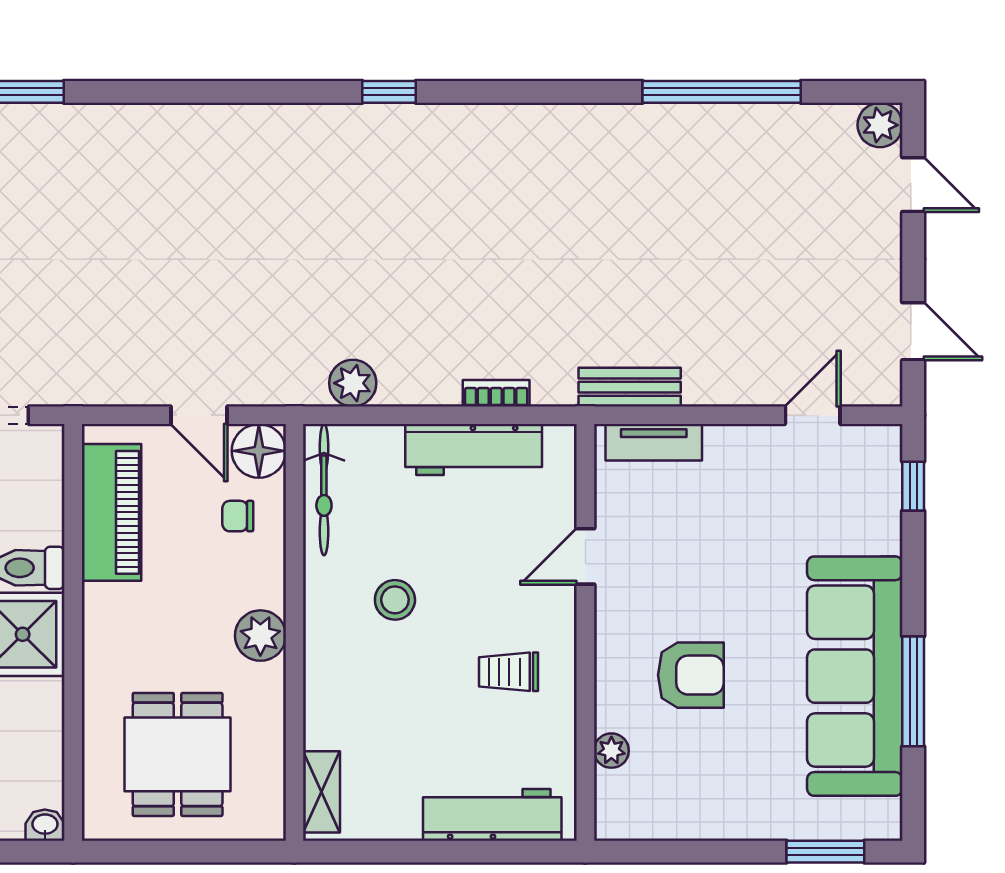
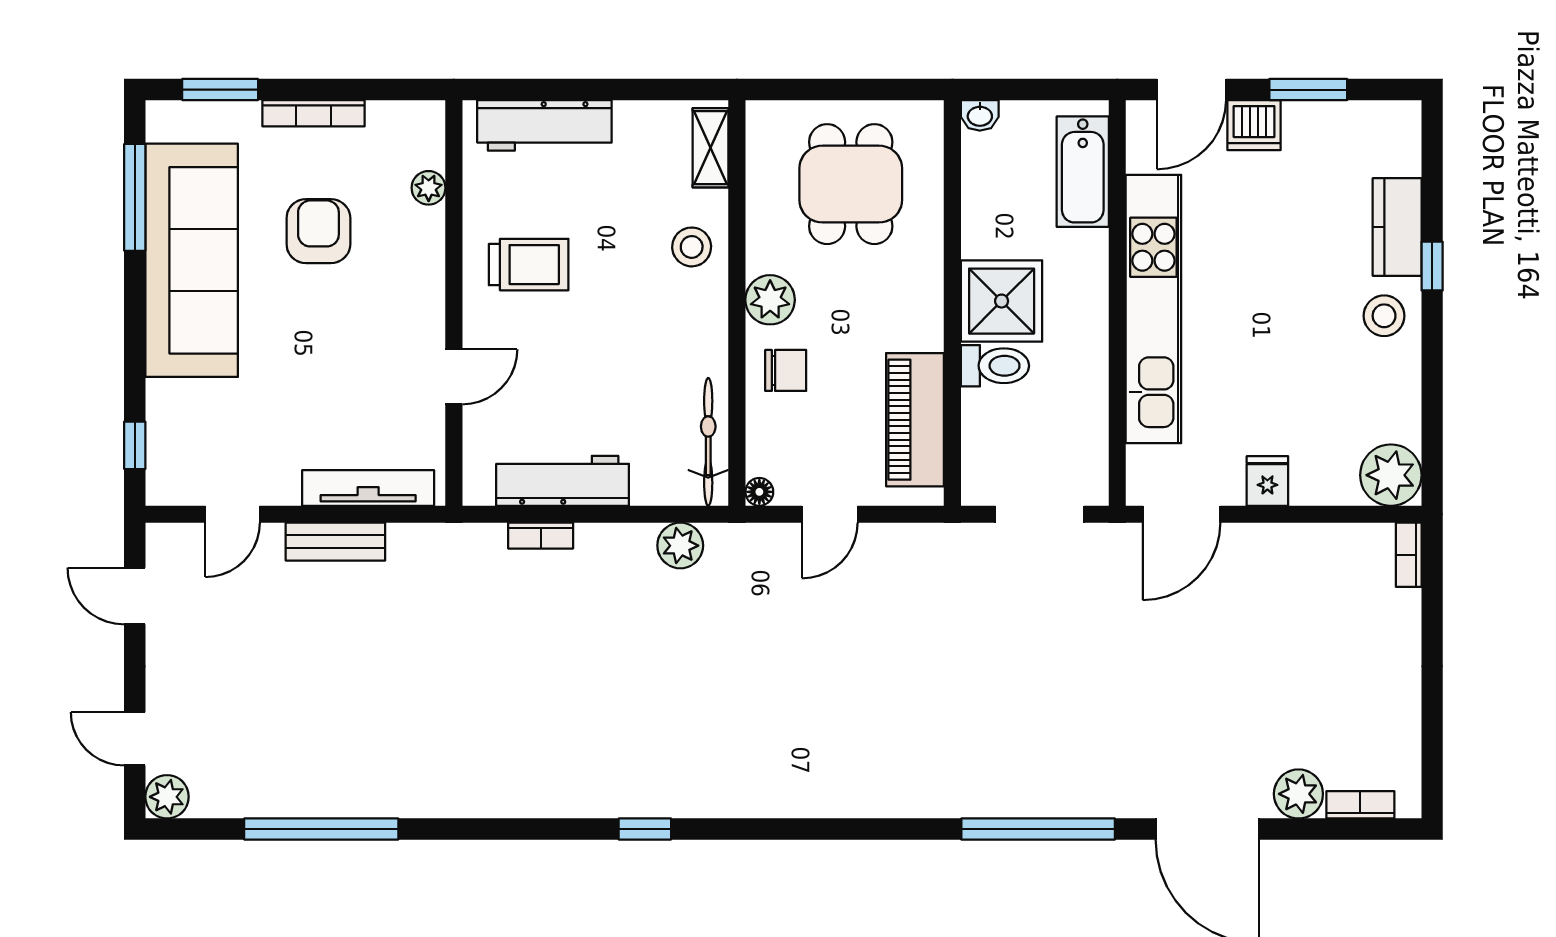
bench: (630, 387) -> (335, 542), moved
door: (199, 415) -> (830, 514), swing flipped
tv unit: (654, 442) -> (368, 488), width x1.41
floor lamp: (259, 451) -> (759, 492), width x0.53, depth x0.53
chair: (238, 516) -> (786, 370), moved, width x1.37, depth x1.37
stool: (395, 600) -> (692, 247), moved
trolley: (508, 672) -> (529, 265), width x1.36, depth x1.39
armchair: (691, 675) -> (318, 231), moved, turned 90
window: (913, 691) -> (135, 197), moved
bookcase: (729, 827) -> (314, 113), added

